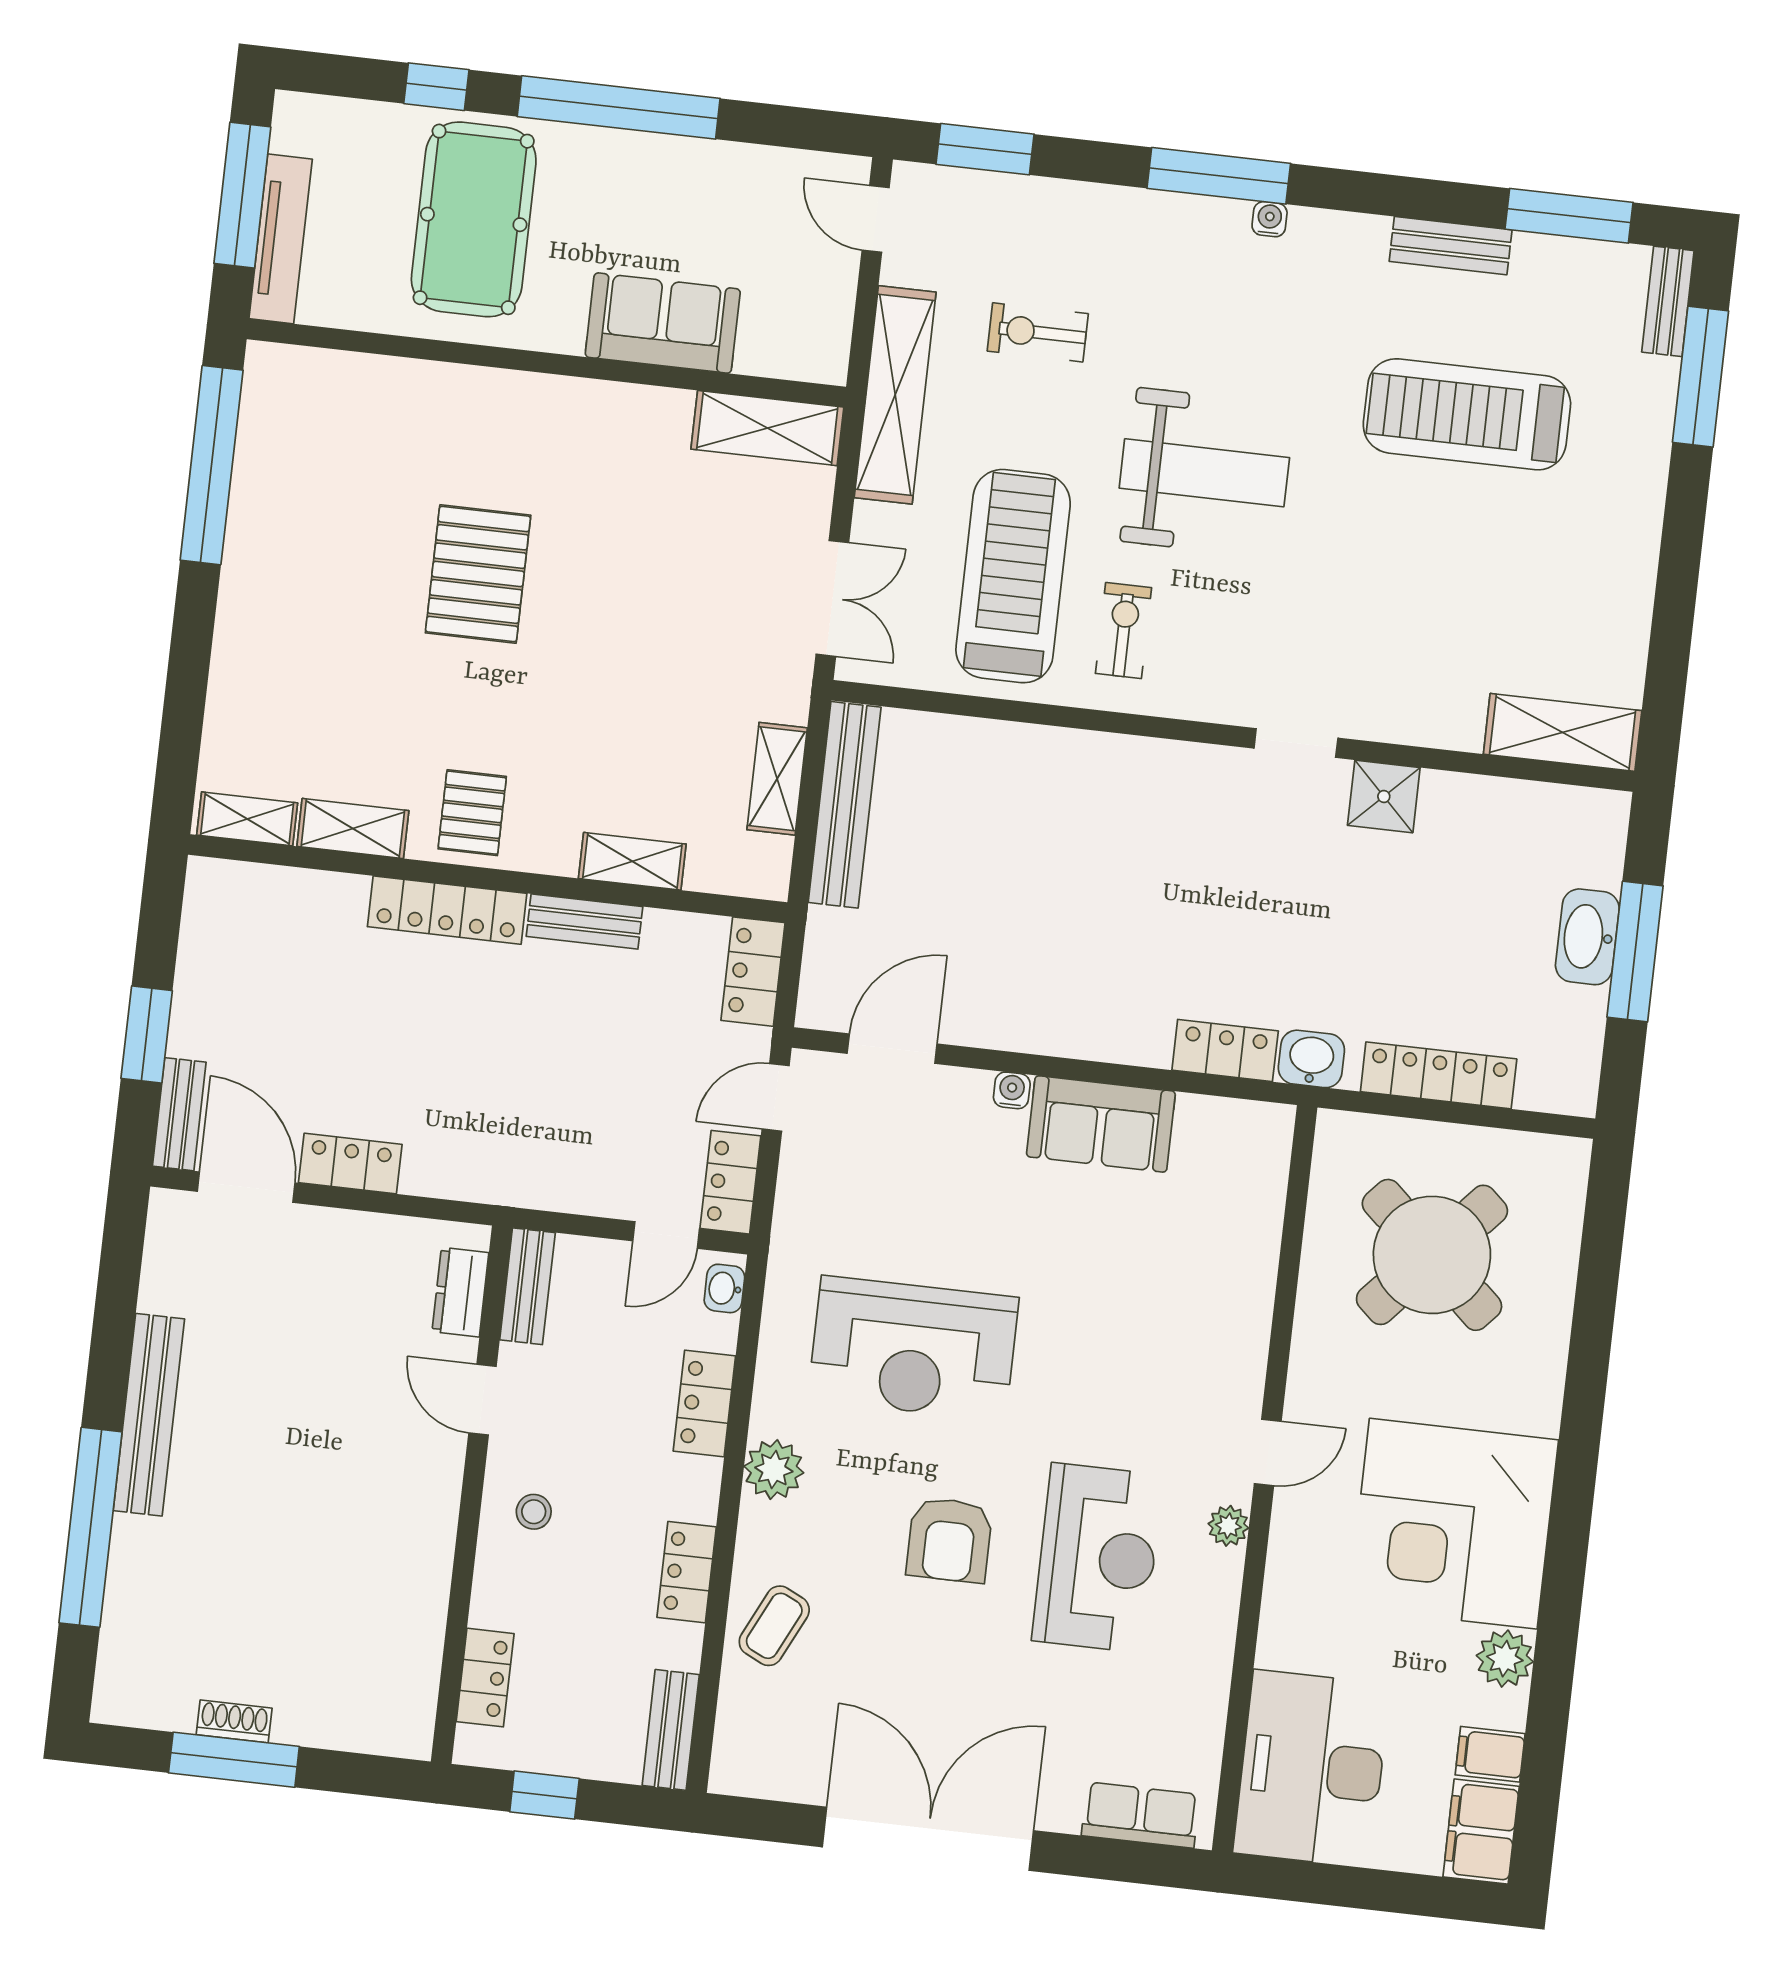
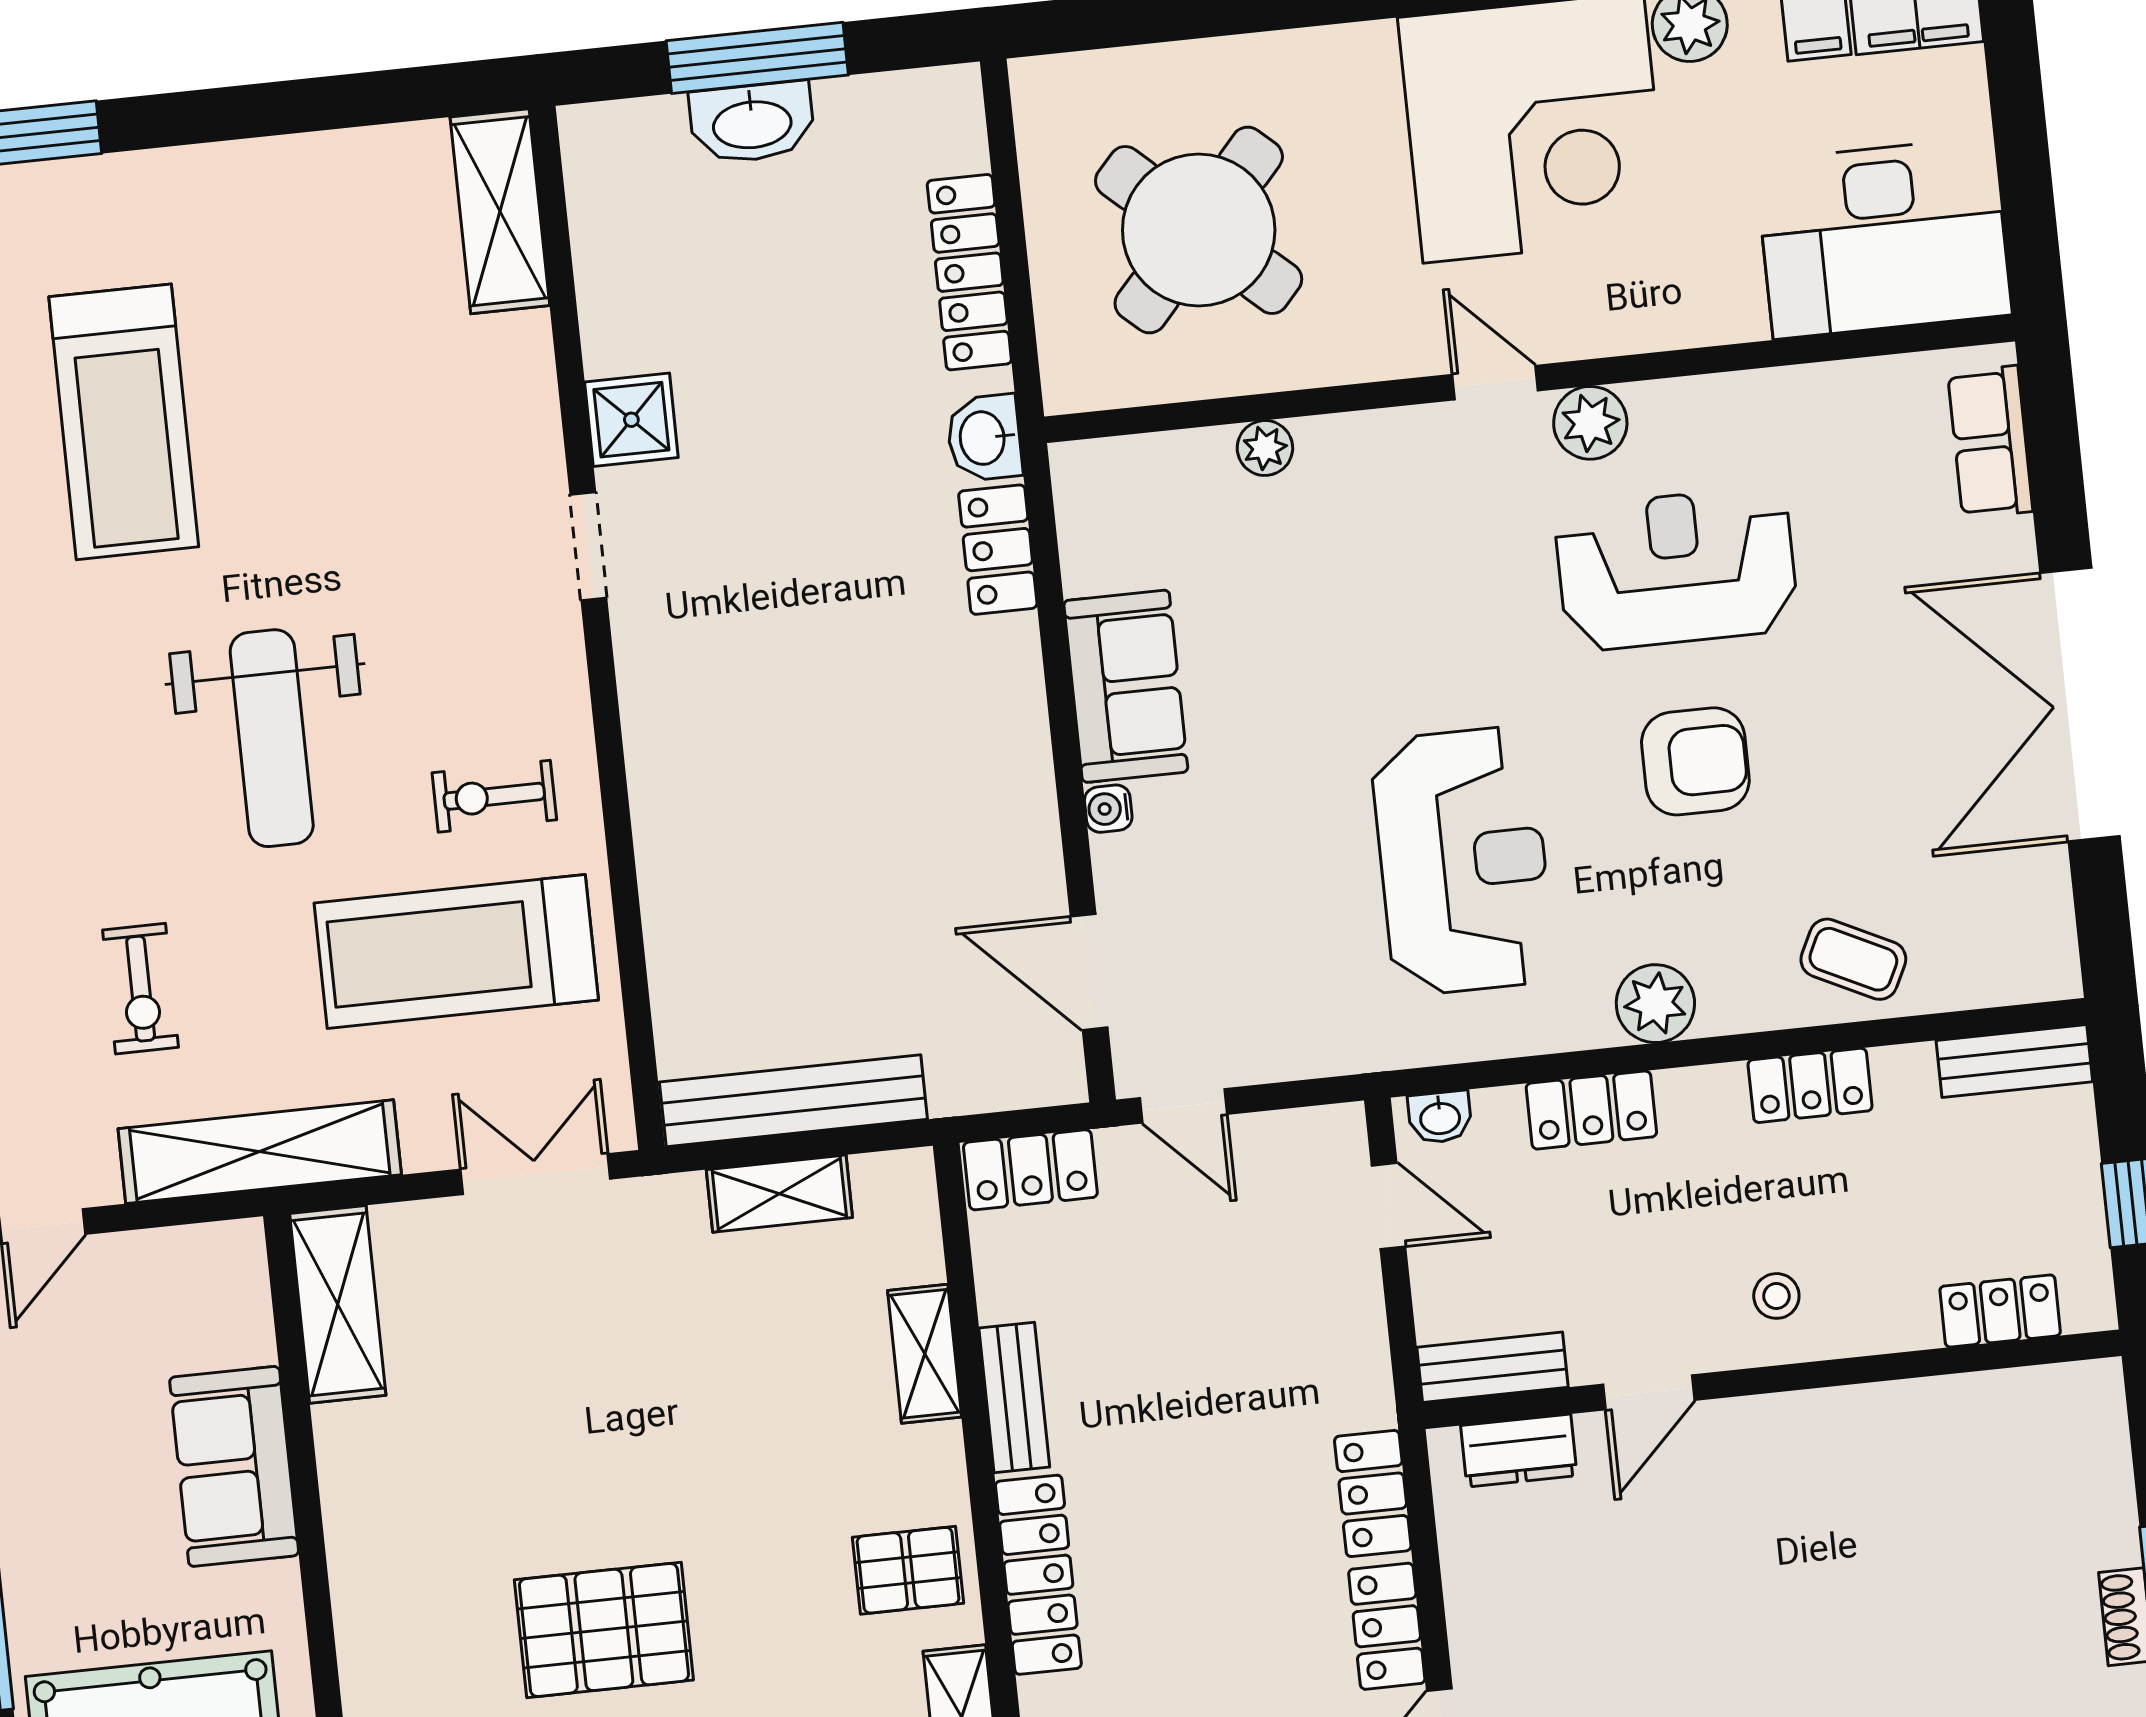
weight bench: (1204, 473) -> (272, 738), turned 180
locker: (730, 1182) -> (1373, 1493), moved, turned 90
plant: (1257, 1268) -> (1265, 448), added
plant: (1228, 1526) -> (1590, 423), width x1.38, depth x1.38

